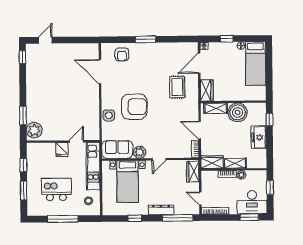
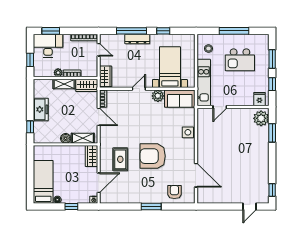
armchair: (134, 107) -> (153, 156), moved
boiler: (238, 112) -> (66, 138), width x0.54, depth x0.54
fridge: (62, 150) -> (259, 99), moved
window: (178, 218) -> (131, 31), moved

